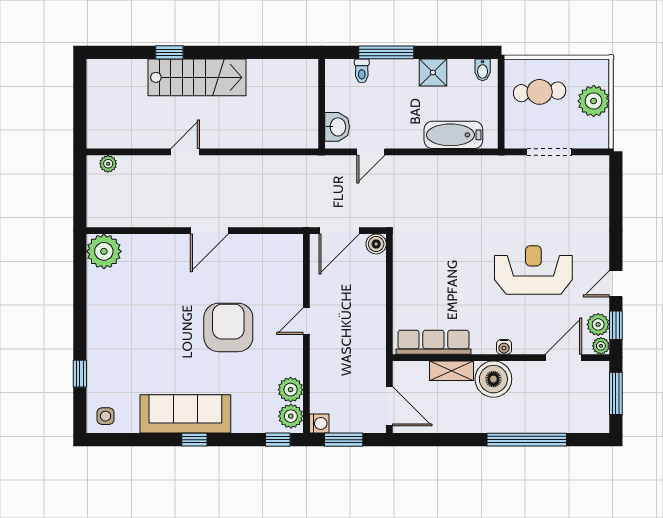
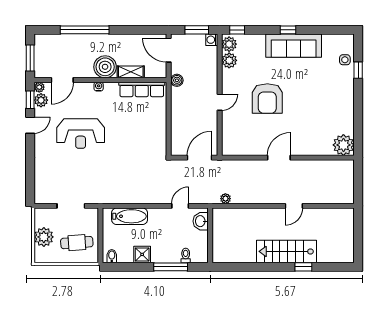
plant: (108, 164) -> (225, 199), moved
boiler: (376, 244) -> (177, 80), moved
side table: (106, 416) -> (345, 60), moved

